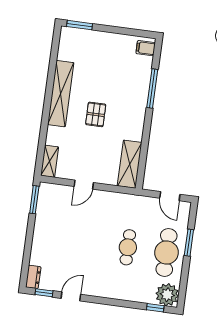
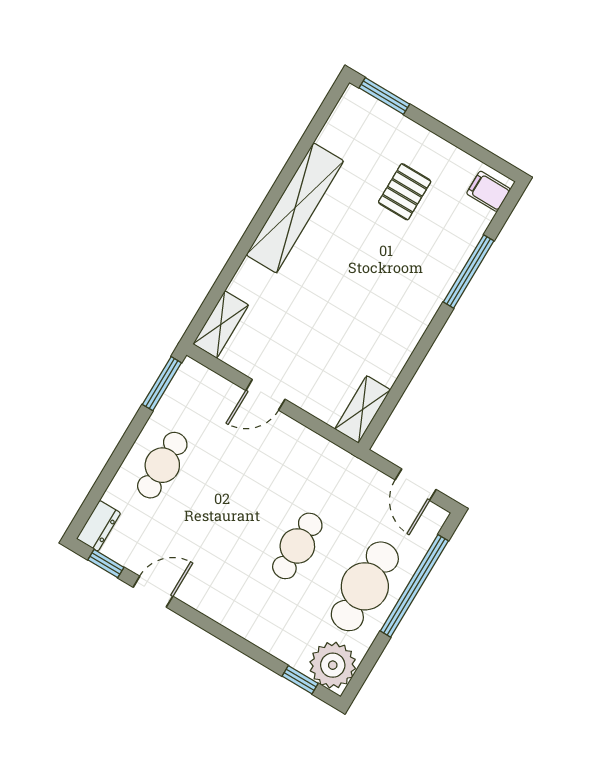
pallet: (96, 114) -> (405, 192), moved
shelving: (130, 164) -> (363, 409), width x0.67, depth x0.75
cafe table: (50, 237) -> (162, 465), added
window: (189, 243) -> (414, 586), width x2.11

